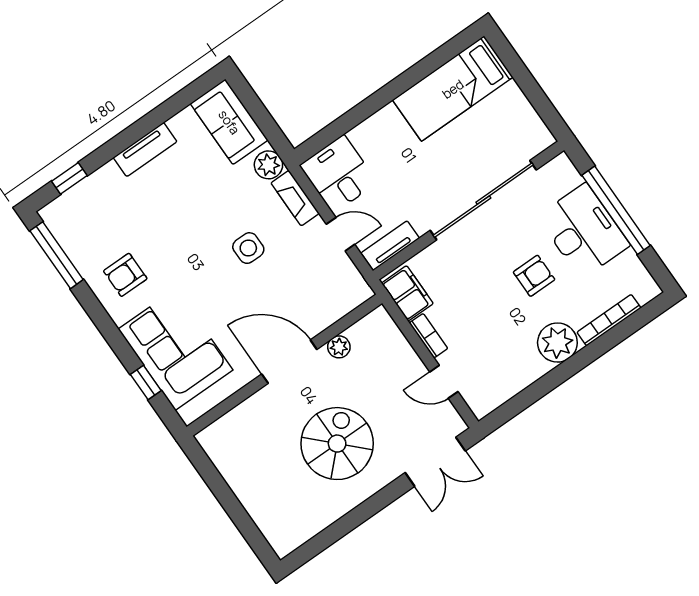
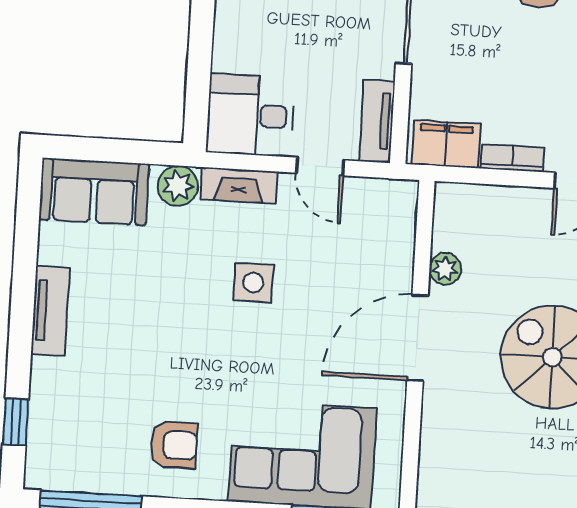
door: (341, 234) -> (320, 167), swing flipped
armchair: (125, 275) -> (174, 445), turned -90

